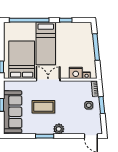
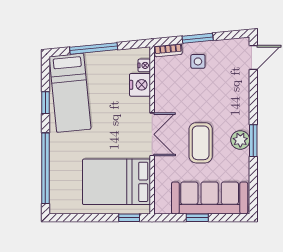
bed: (46, 44) -> (70, 93), moved, turned 84
double door: (48, 80) -> (152, 134), swing flipped
plant: (59, 129) -> (240, 140), moved

